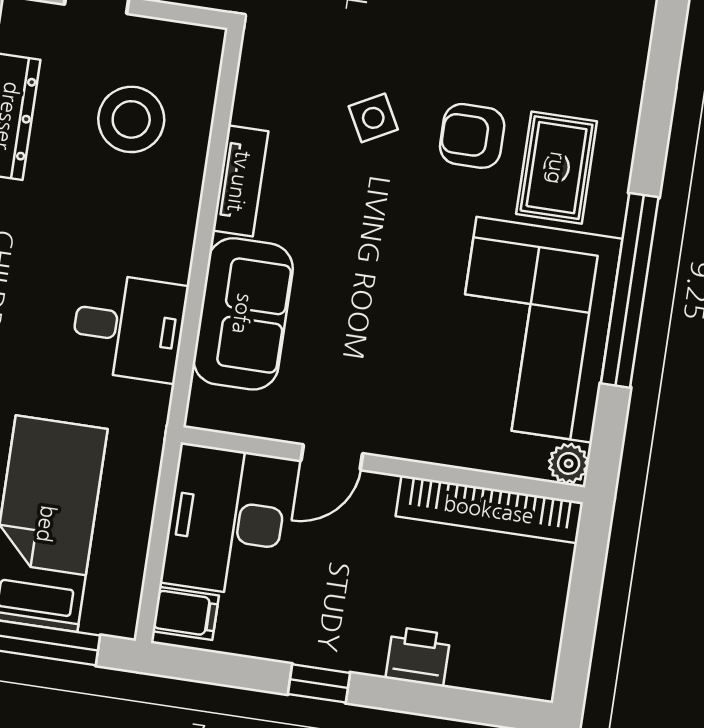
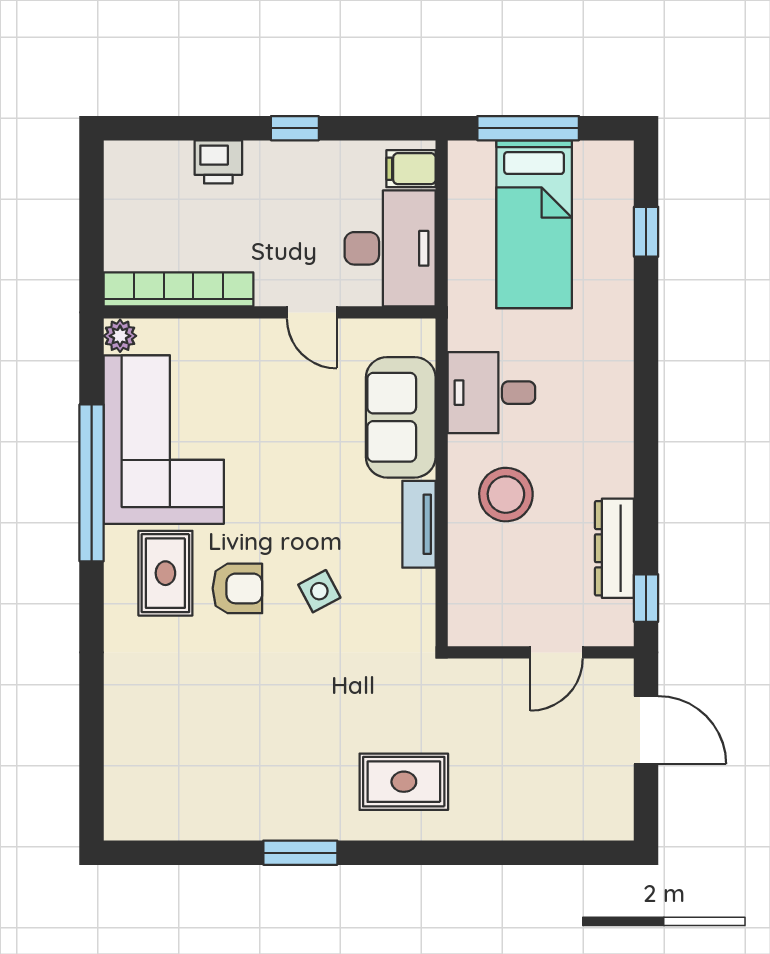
stool: (131, 119) -> (506, 495), moved
door: (332, 457) -> (312, 312), swing flipped

